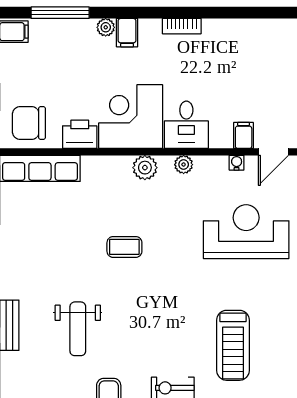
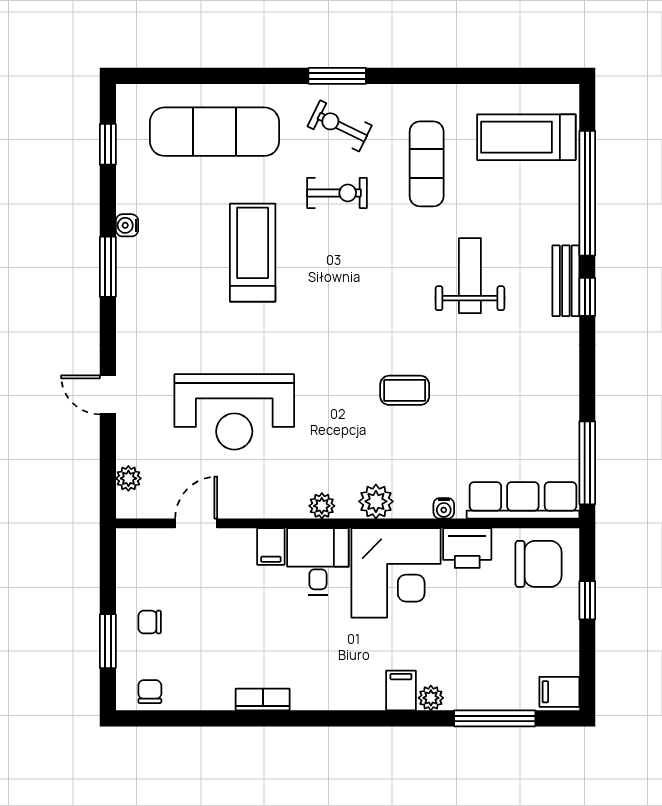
bookcase: (182, 26) -> (263, 700), moved
filing cabinet: (244, 135) -> (271, 546), moved
water cooler: (237, 163) -> (444, 508), moved

